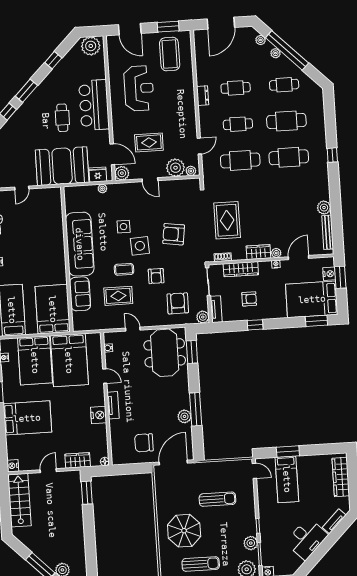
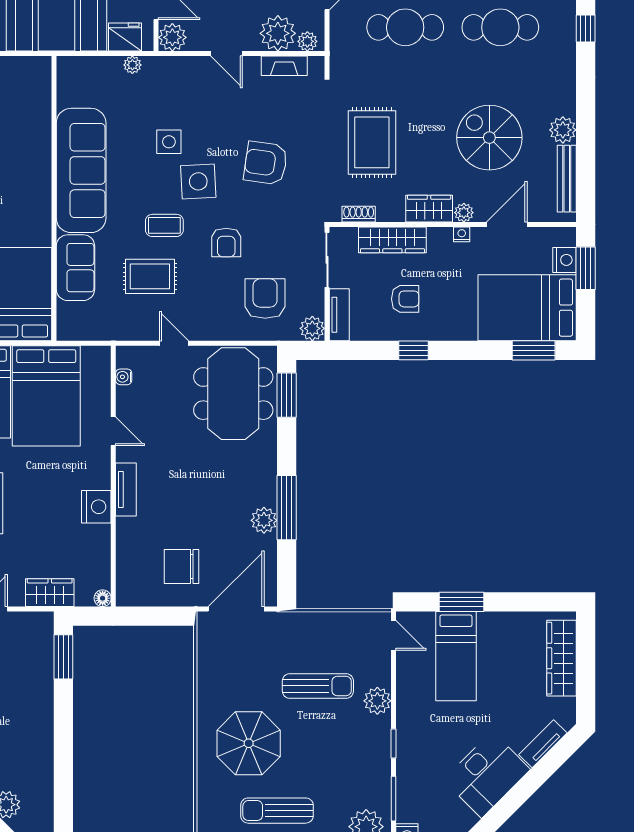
fireplace: (180, 184) -> (284, 66), added
spiral stairs: (287, 214) -> (489, 138), added
plant: (251, 543) -> (377, 701), moved
sun lounger: (201, 564) -> (277, 811), turned 180

